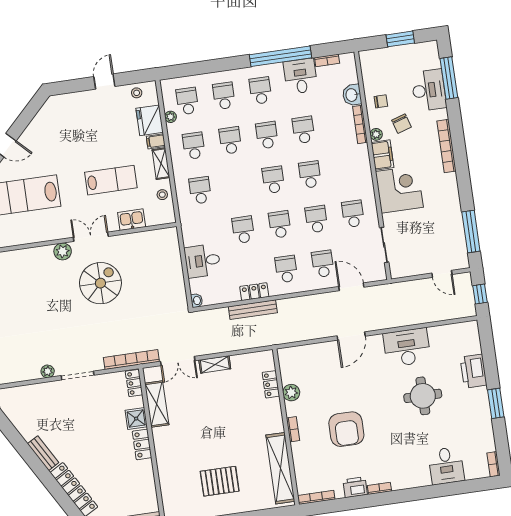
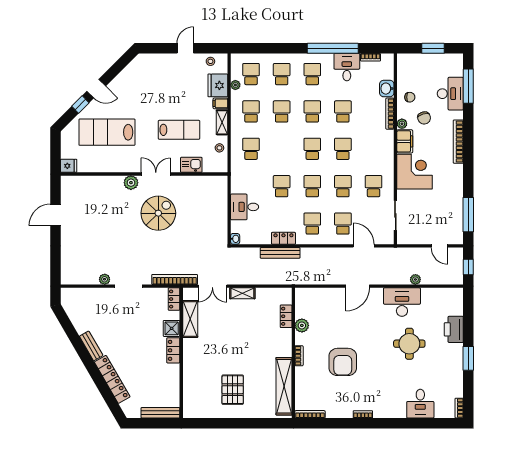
plant: (419, 318) -> (415, 279), added
pallet: (220, 481) -> (233, 390), turned 90
printer: (355, 487) -> (343, 411), removed

